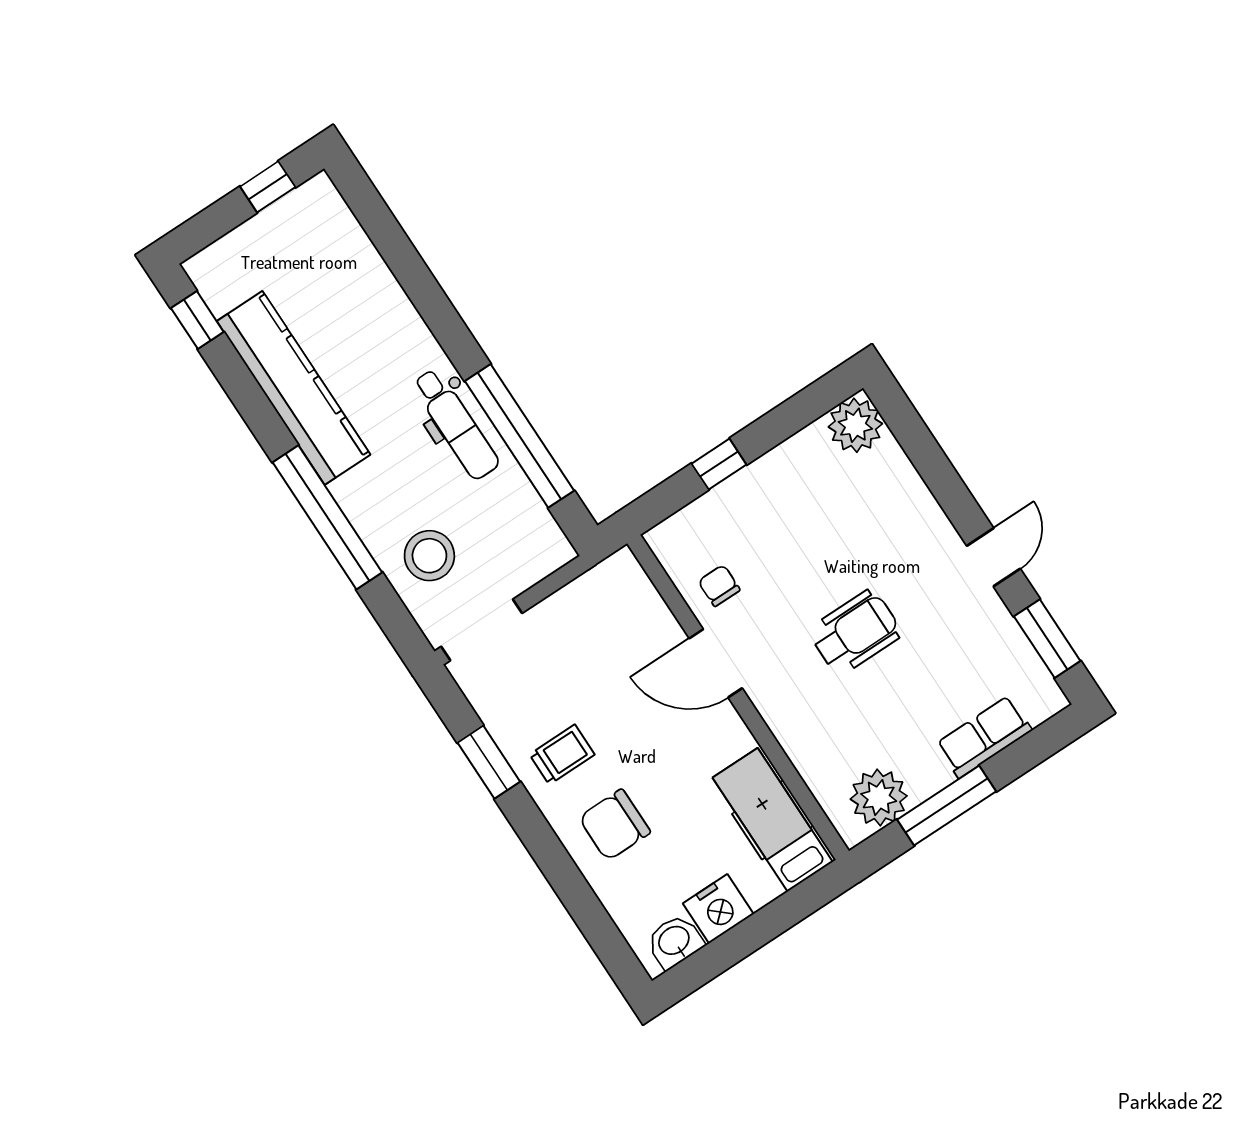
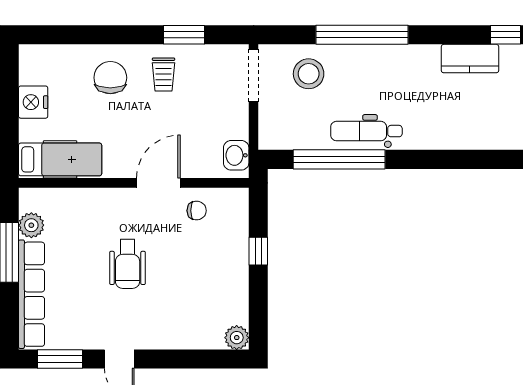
kitchen counter: (294, 388) -> (470, 59), width x0.48, depth x0.86
plant: (855, 425) -> (237, 338), width x0.73, depth x0.73
row of seats: (984, 737) -> (31, 294), width x2.02
plant: (879, 798) -> (31, 225), width x0.73, depth x0.73
washbasin: (675, 941) -> (236, 155), moved, turned 180

